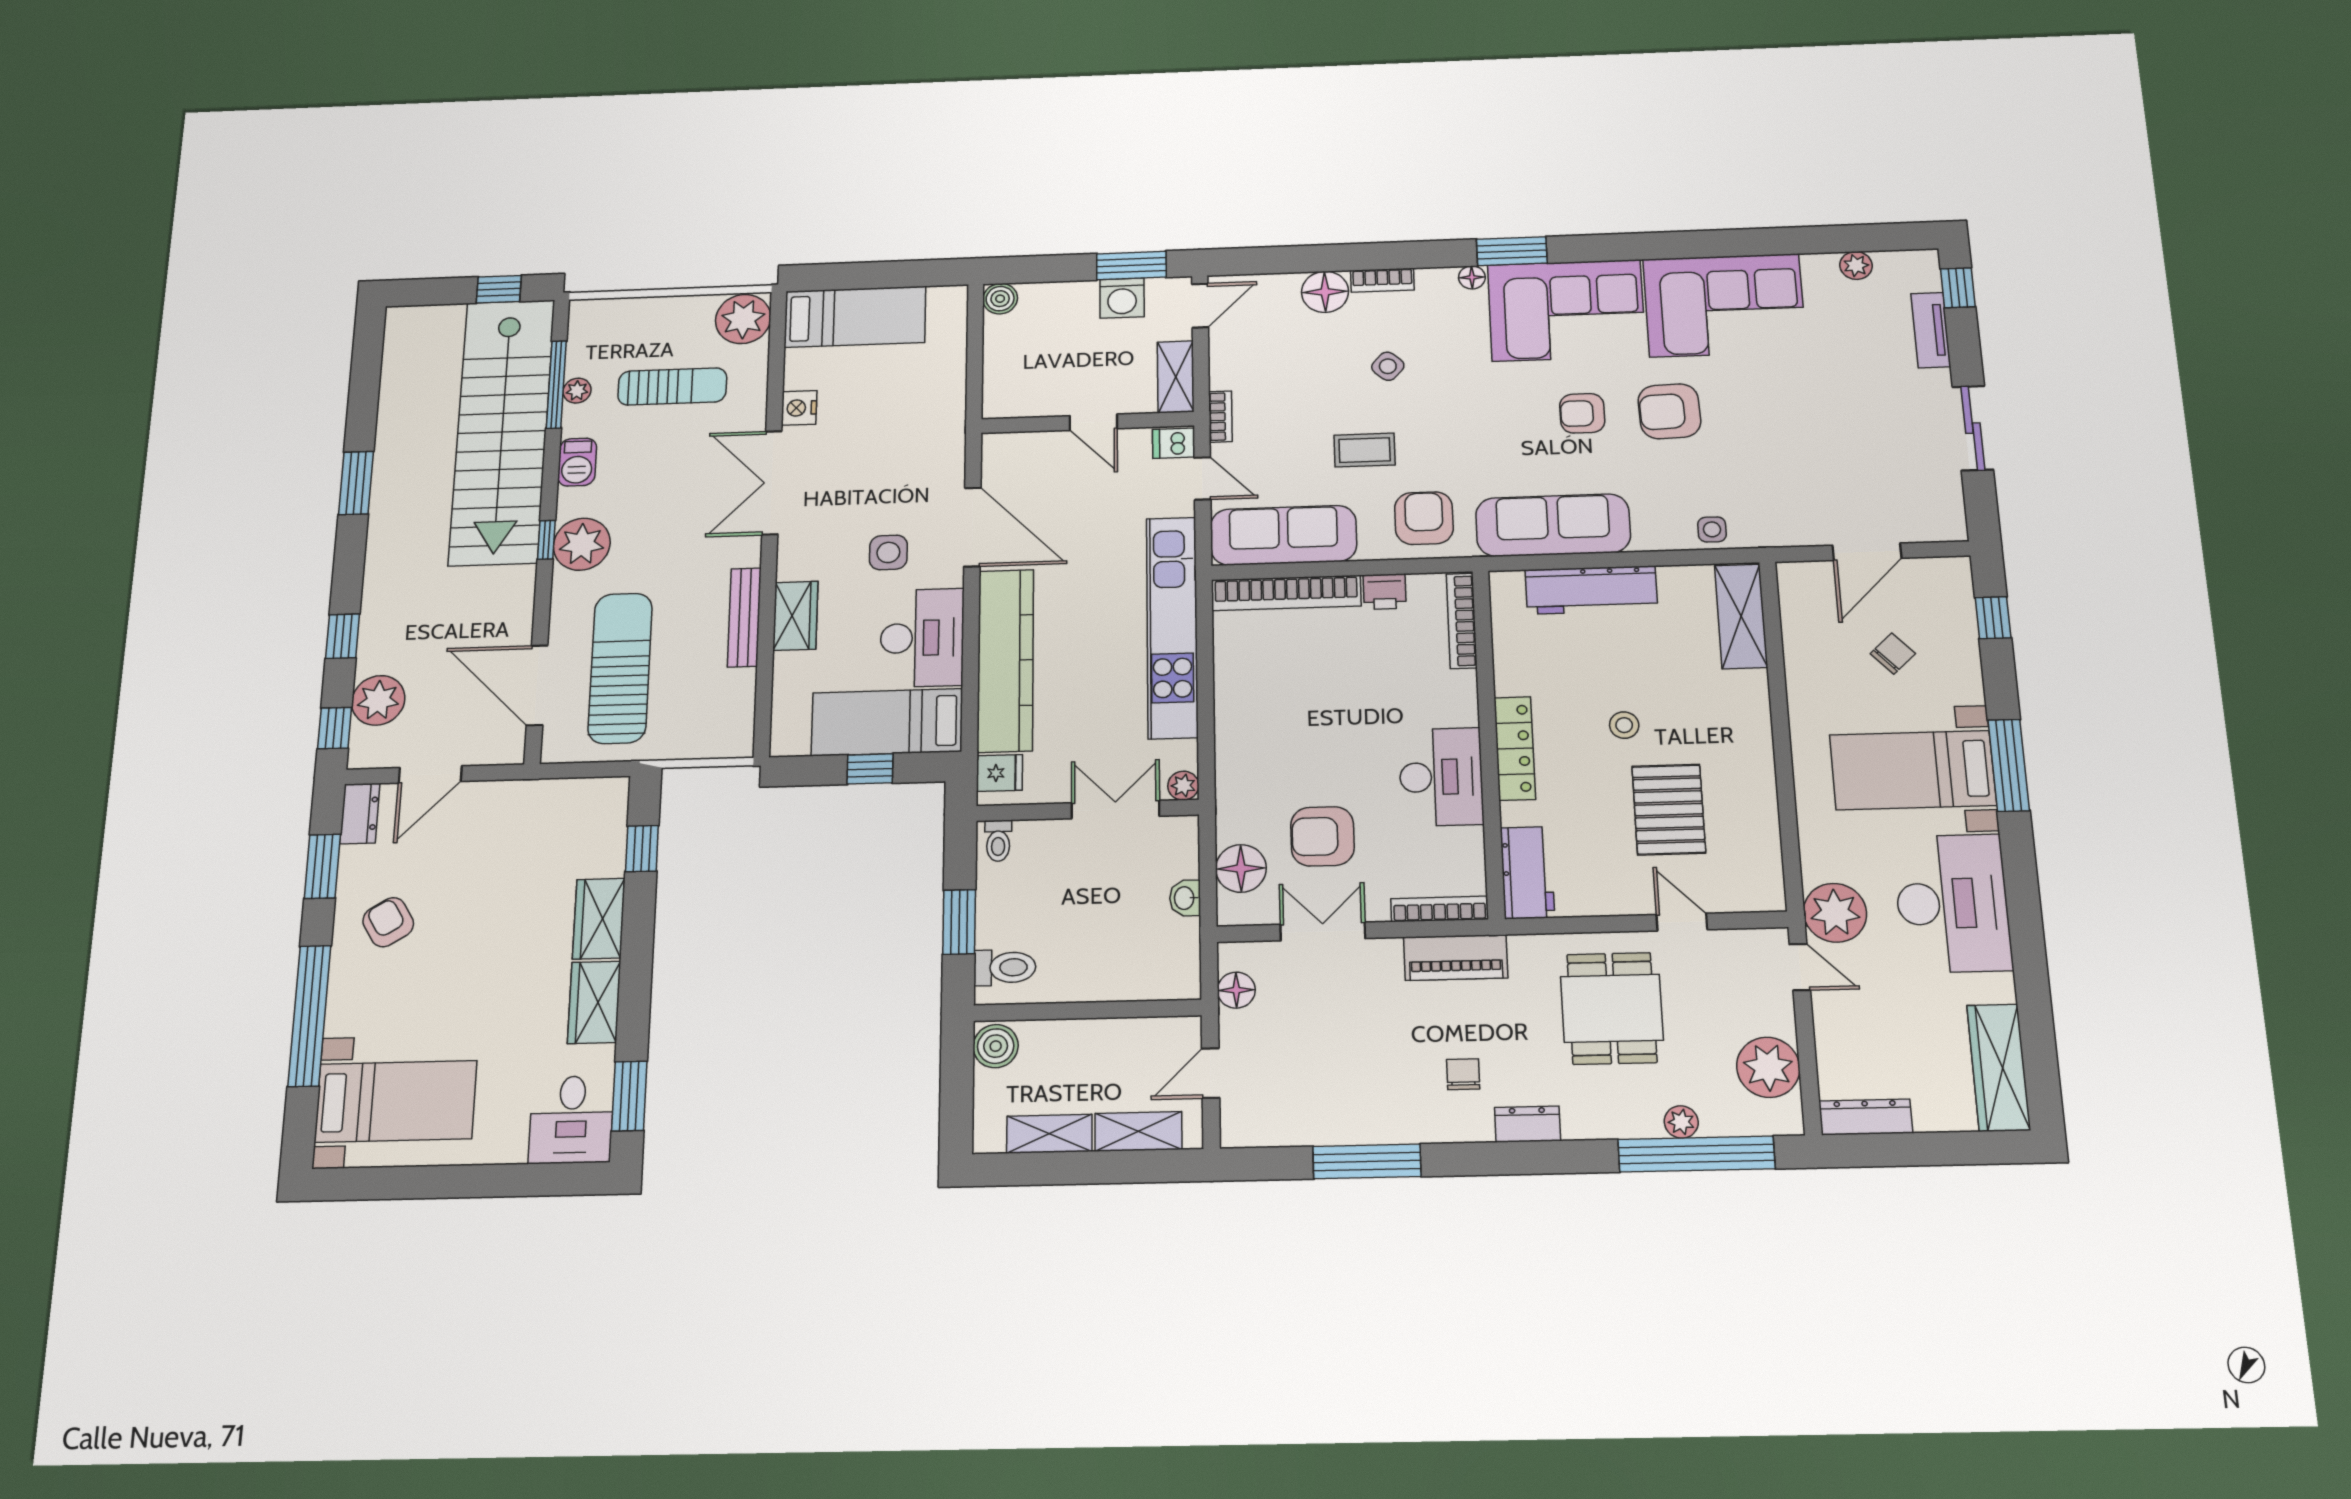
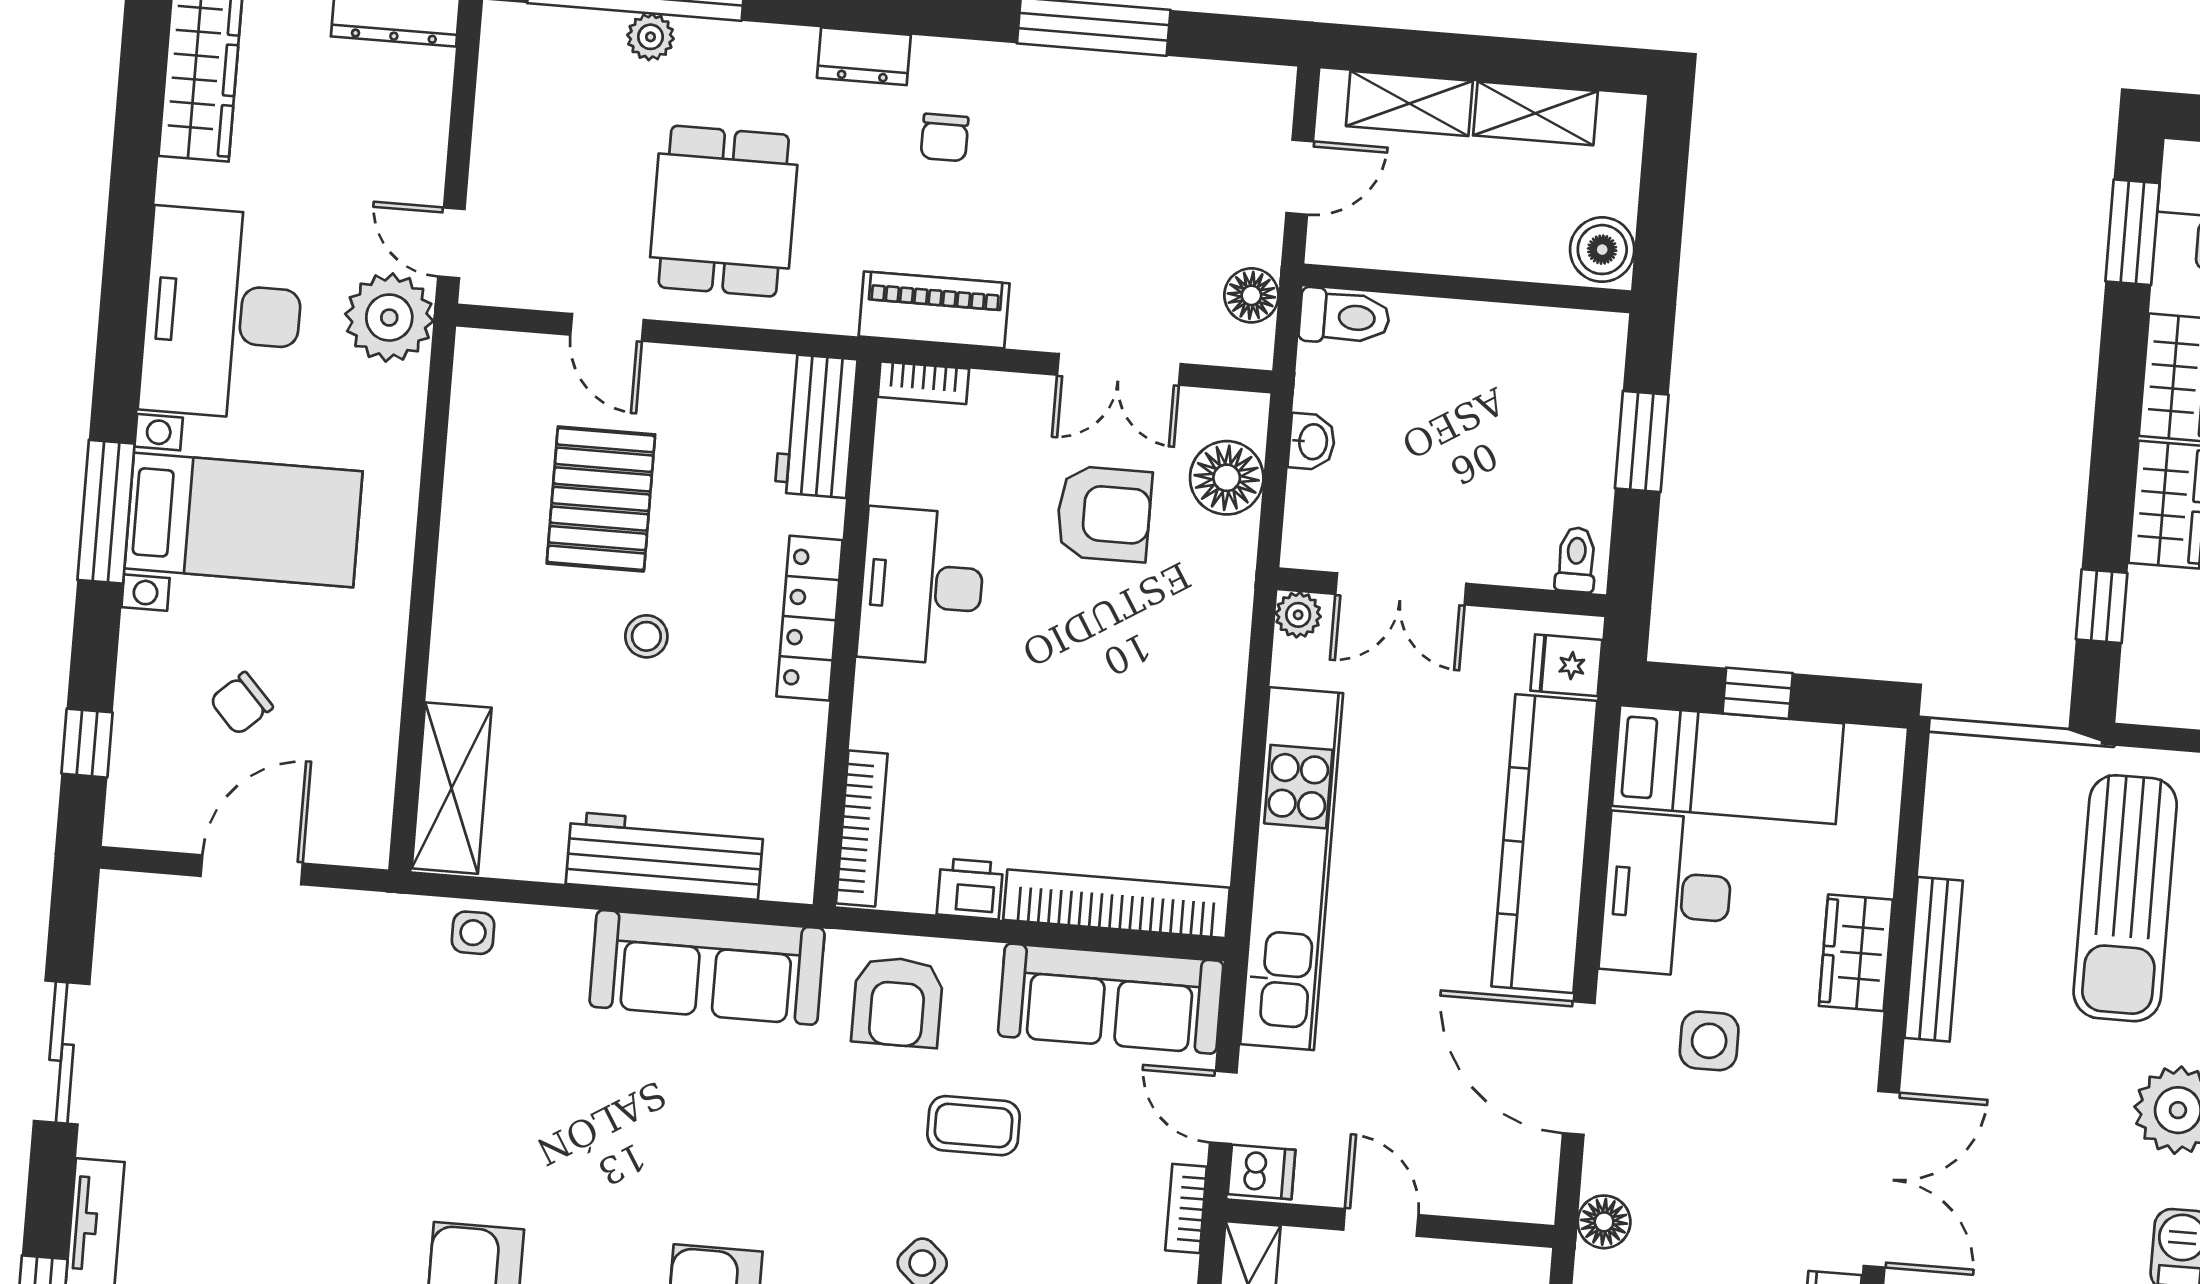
armchair: (1669, 411) -> (507, 1135), removed
armchair: (1582, 413) -> (638, 1148), removed
floor lamp: (949, 438) -> (1604, 1222), added
bookcase: (1440, 909) -> (923, 383), width x0.64
toilet: (1005, 967) -> (1344, 317), moved, turned 180
plant: (1768, 1067) -> (518, 102), removed

